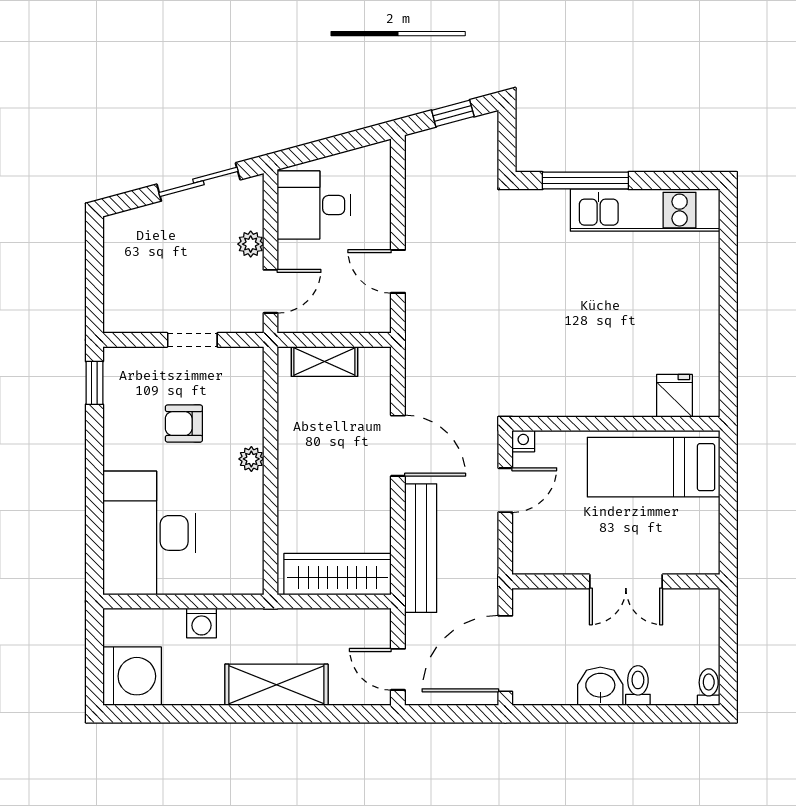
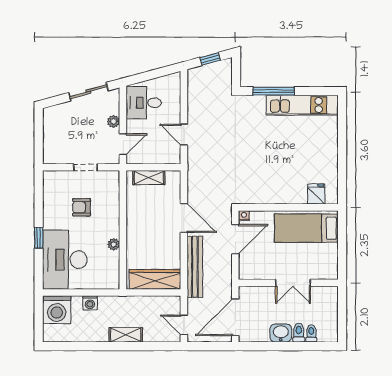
window: (94, 383) -> (39, 238), moved
plant: (251, 459) -> (114, 244), moved
door: (505, 490) -> (235, 239), width x1.38
washing machine: (132, 676) -> (57, 310), moved, turned 90
shelving: (276, 685) -> (126, 335), width x0.67, depth x0.75
toilet: (709, 687) -> (311, 333), moved

